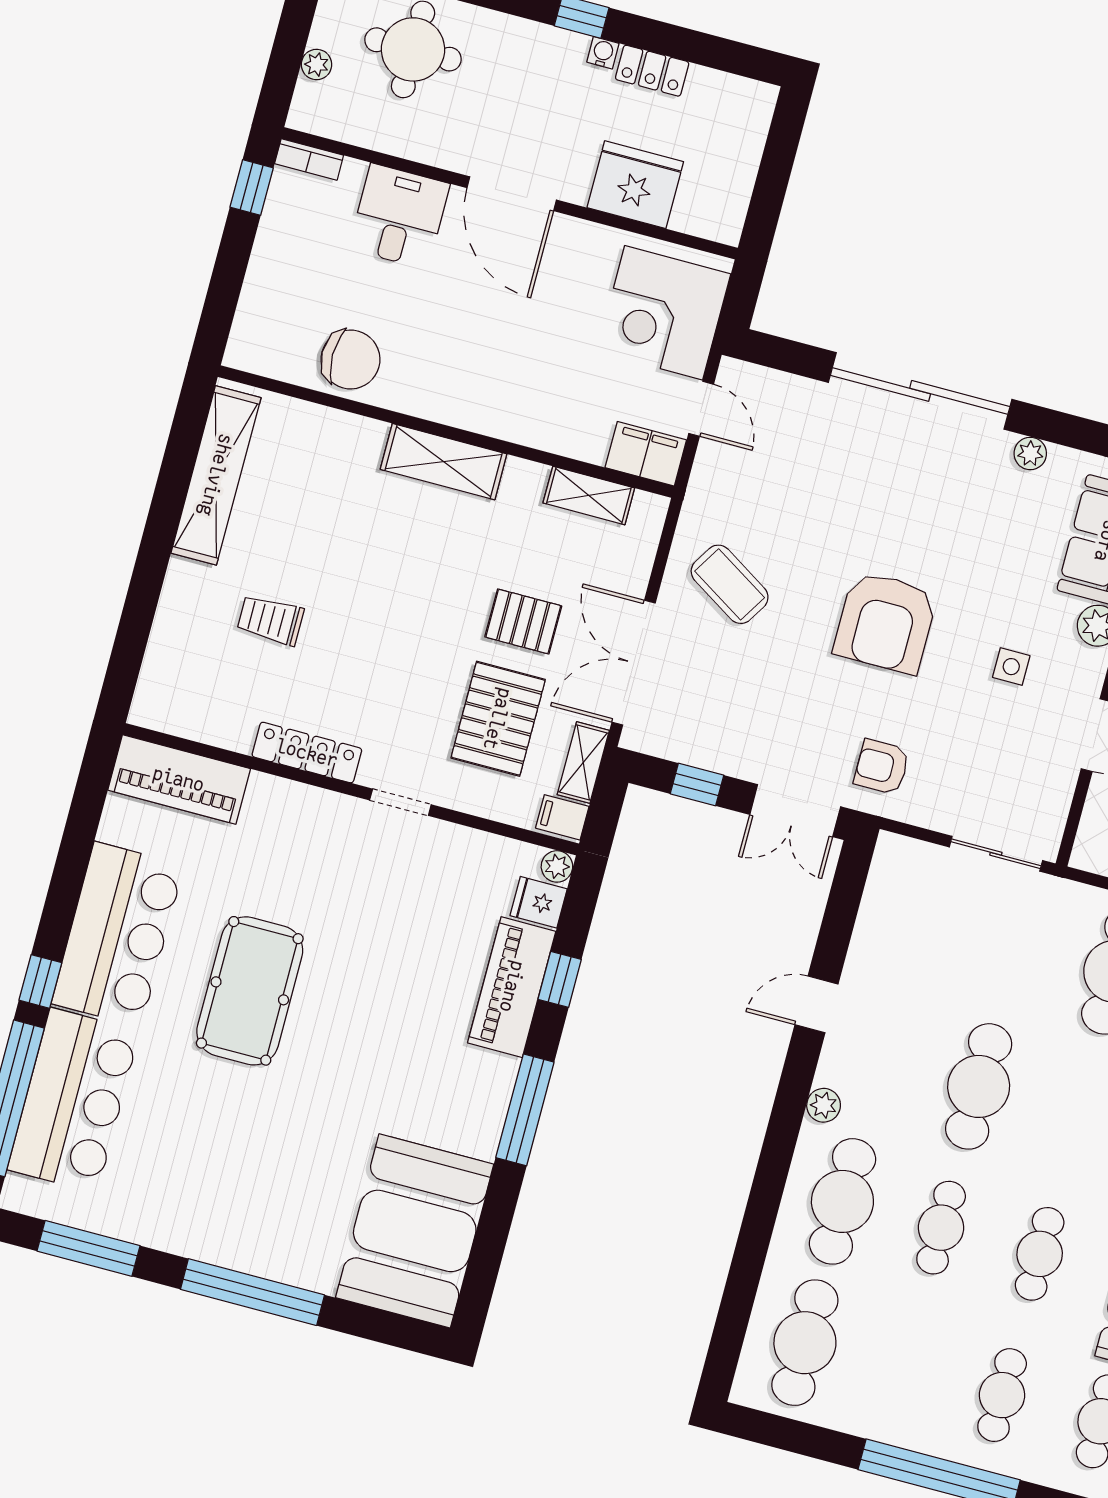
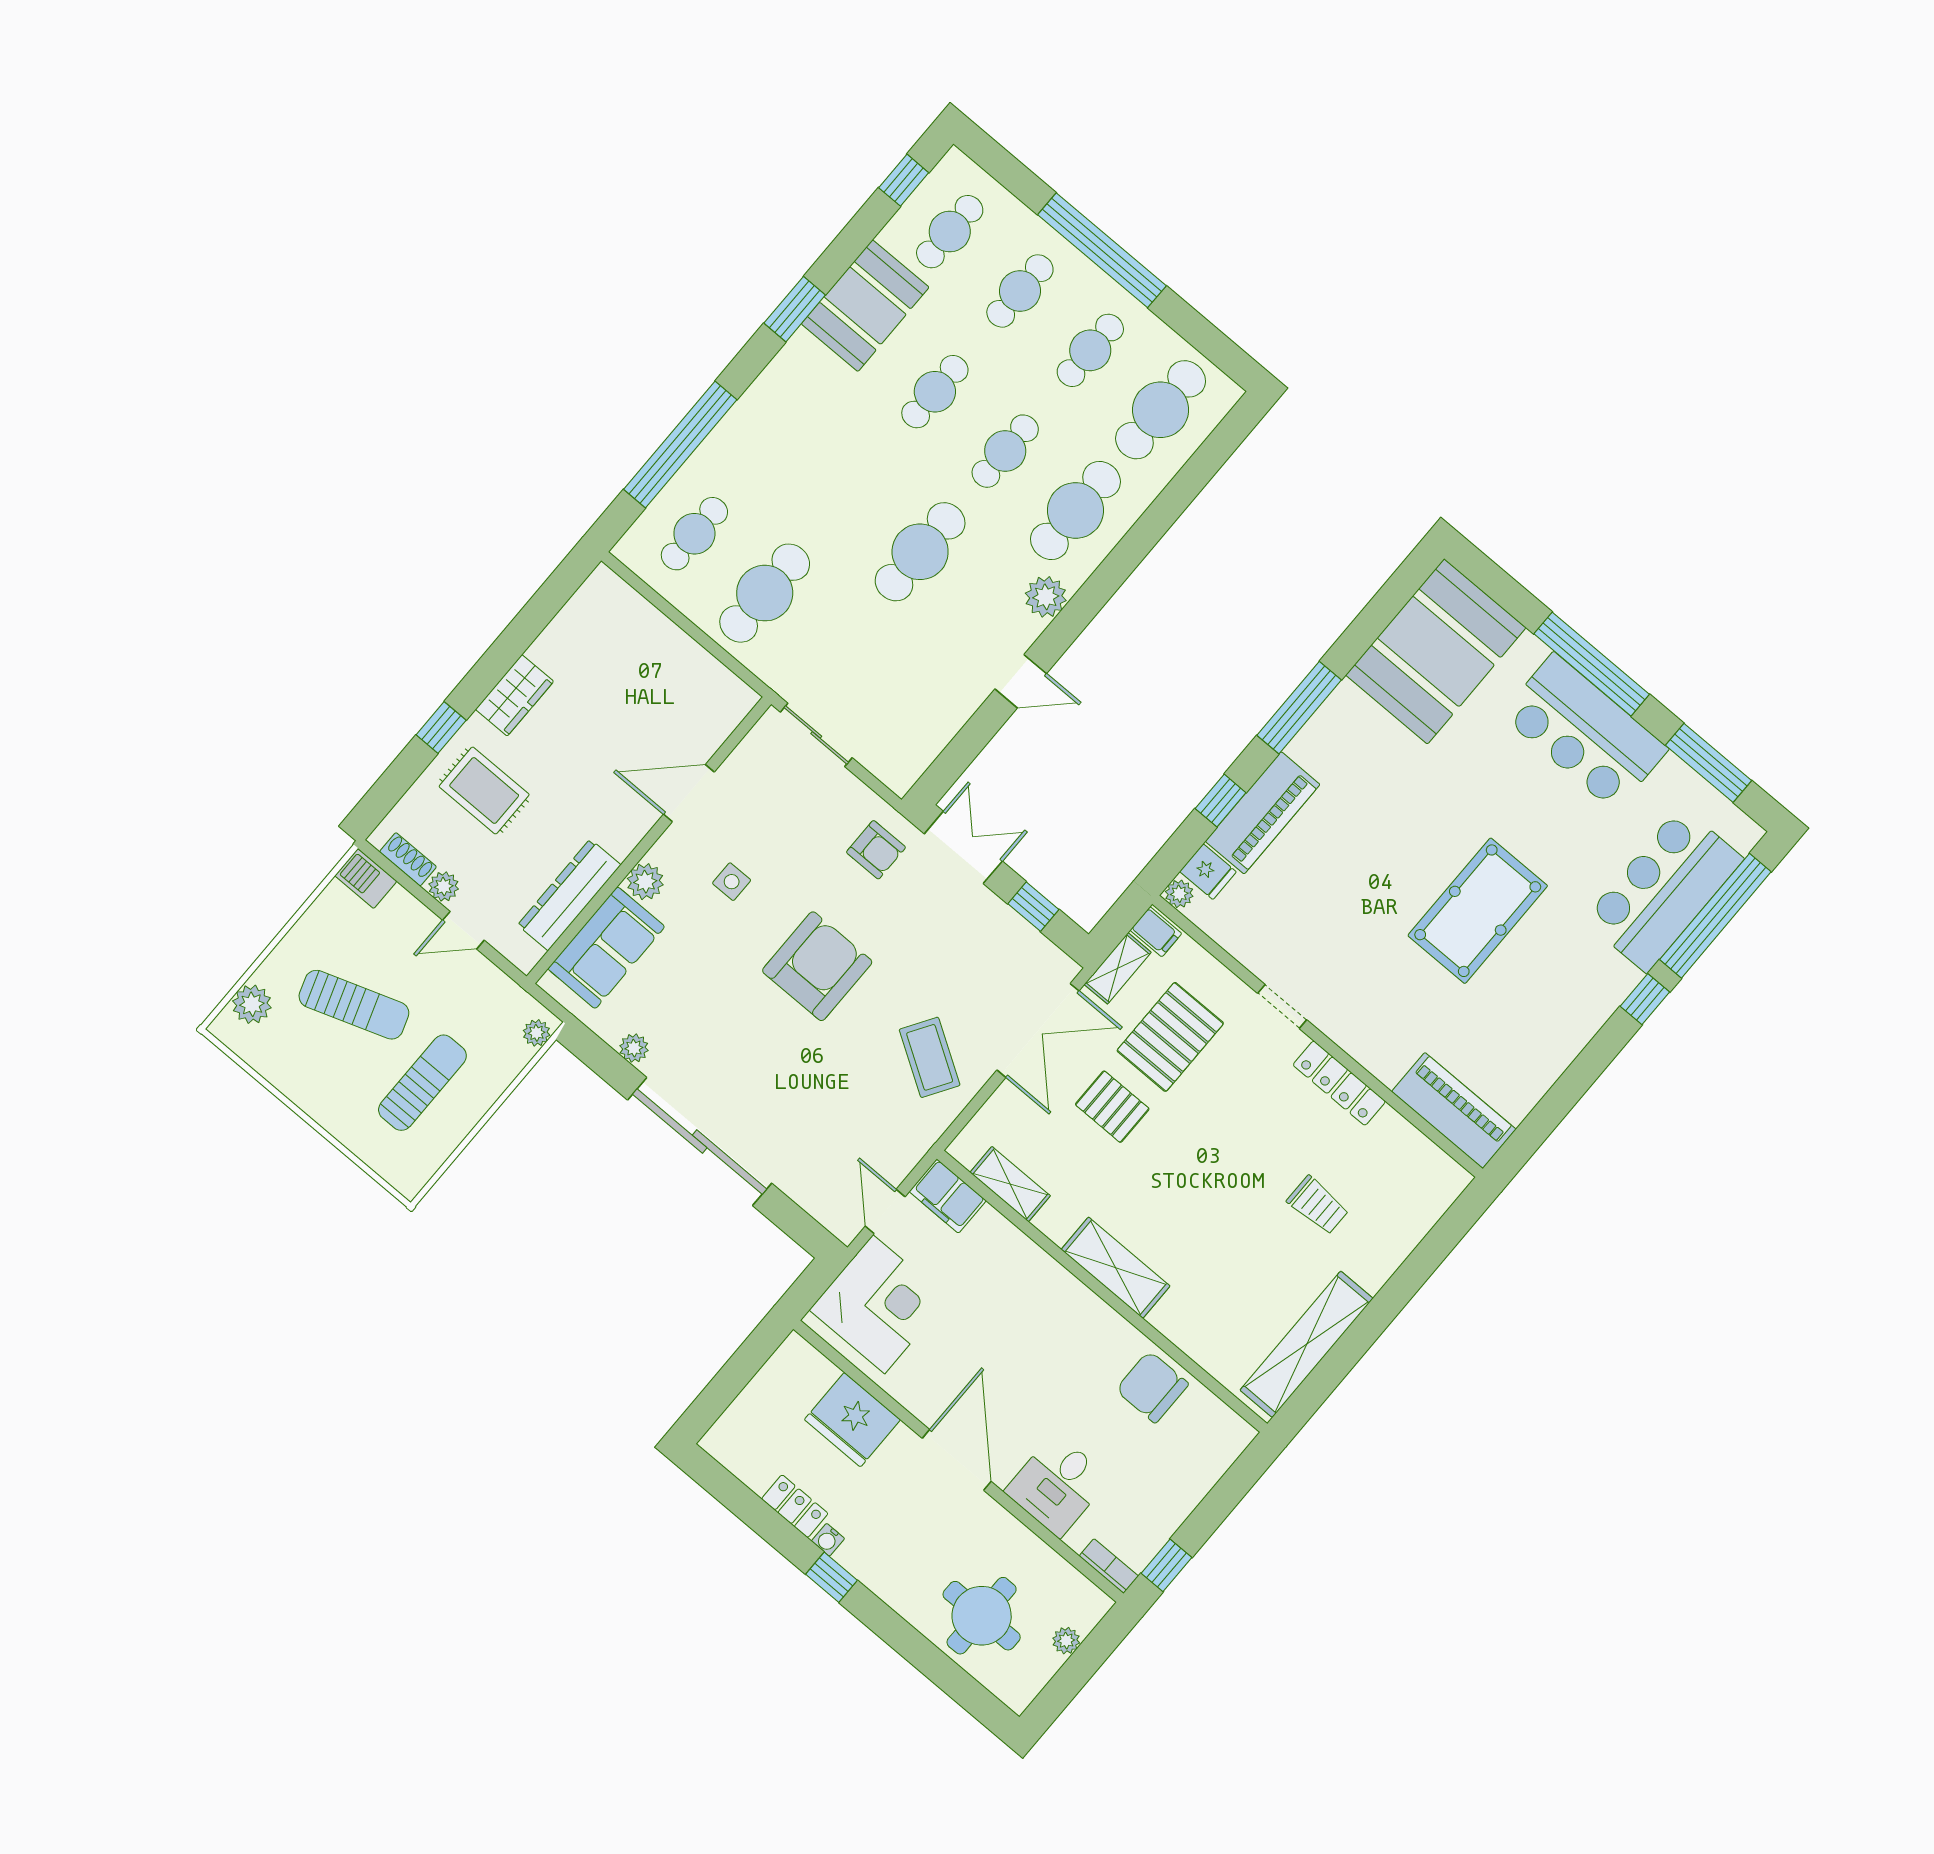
bar counter: (118, 934) -> (1584, 732), moved, turned -90
plant: (824, 1105) -> (1046, 597), width x1.38, depth x1.38
cafe table: (903, 1369) -> (1090, 350), added

